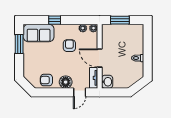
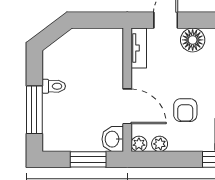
window: (148, 46) -> (34, 110), added
door: (100, 58) -> (127, 106), moved
washbasin: (107, 82) -> (113, 139), moved

